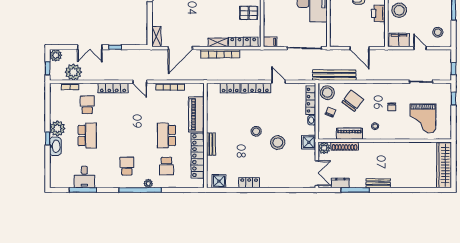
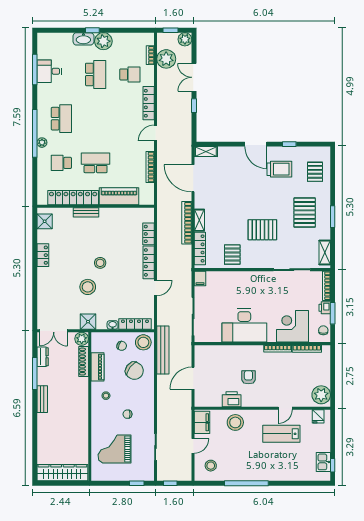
school desk: (87, 135) -> (96, 74), turned -90
school desk: (127, 166) -> (61, 119), width x1.85

